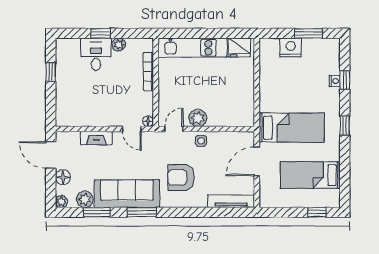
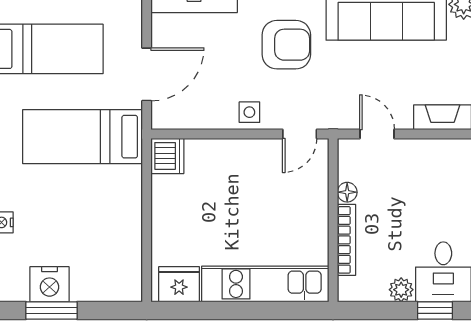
nightstand: (291, 48) -> (49, 284), moved
dishwasher: (246, 117) -> (167, 156), added
plant: (198, 118) -> (255, 154), removed
floor lamp: (148, 121) -> (347, 192), moved

